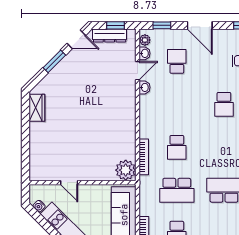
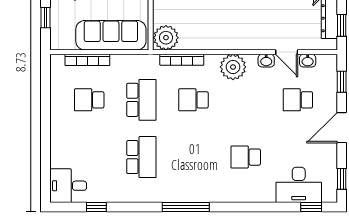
plant: (145, 40) -> (233, 67), moved, width x1.88, depth x1.88
school desk: (177, 61) -> (298, 100), turned 180
school desk: (177, 190) -> (141, 100), turned 180

